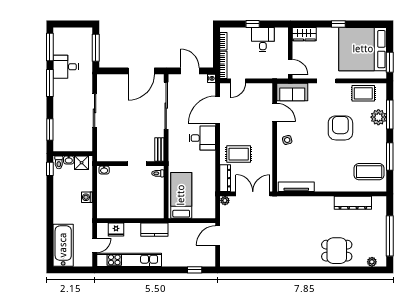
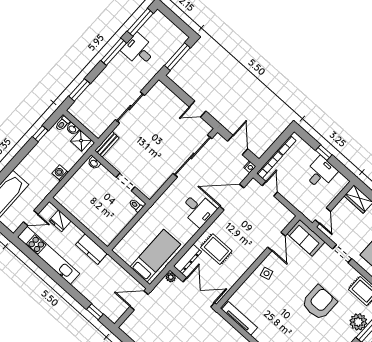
door: (141, 71) -> (198, 109), width x0.53
door: (238, 81) -> (270, 189), swing flipped
bench: (159, 150) -> (107, 144), moved
window: (50, 169) -> (40, 134), moved
bed: (181, 195) -> (155, 256), moved

